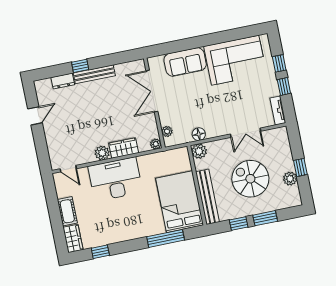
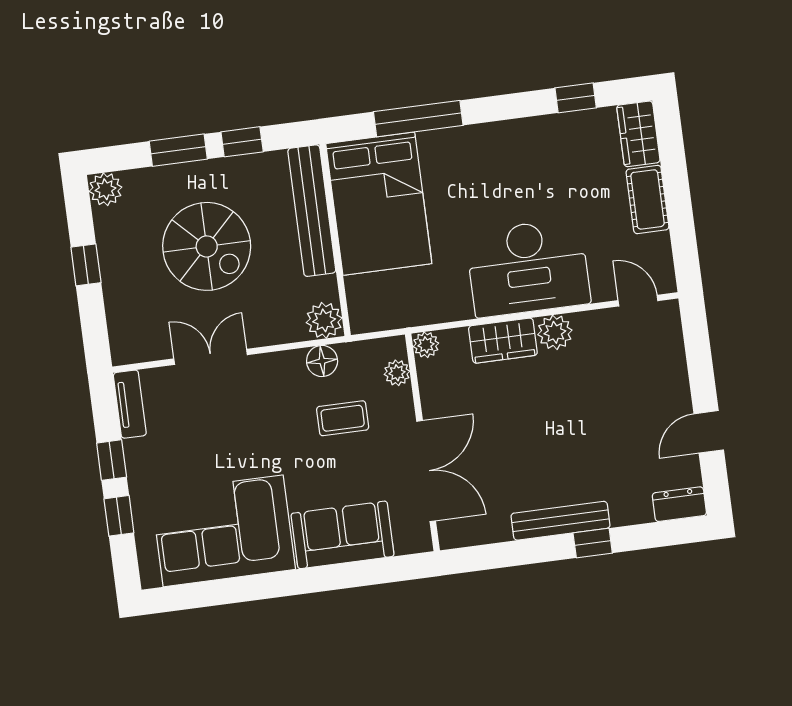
dresser: (63, 81) -> (679, 504), moved
coffee table: (188, 111) -> (343, 418), added
plant: (290, 179) -> (105, 189), moved

